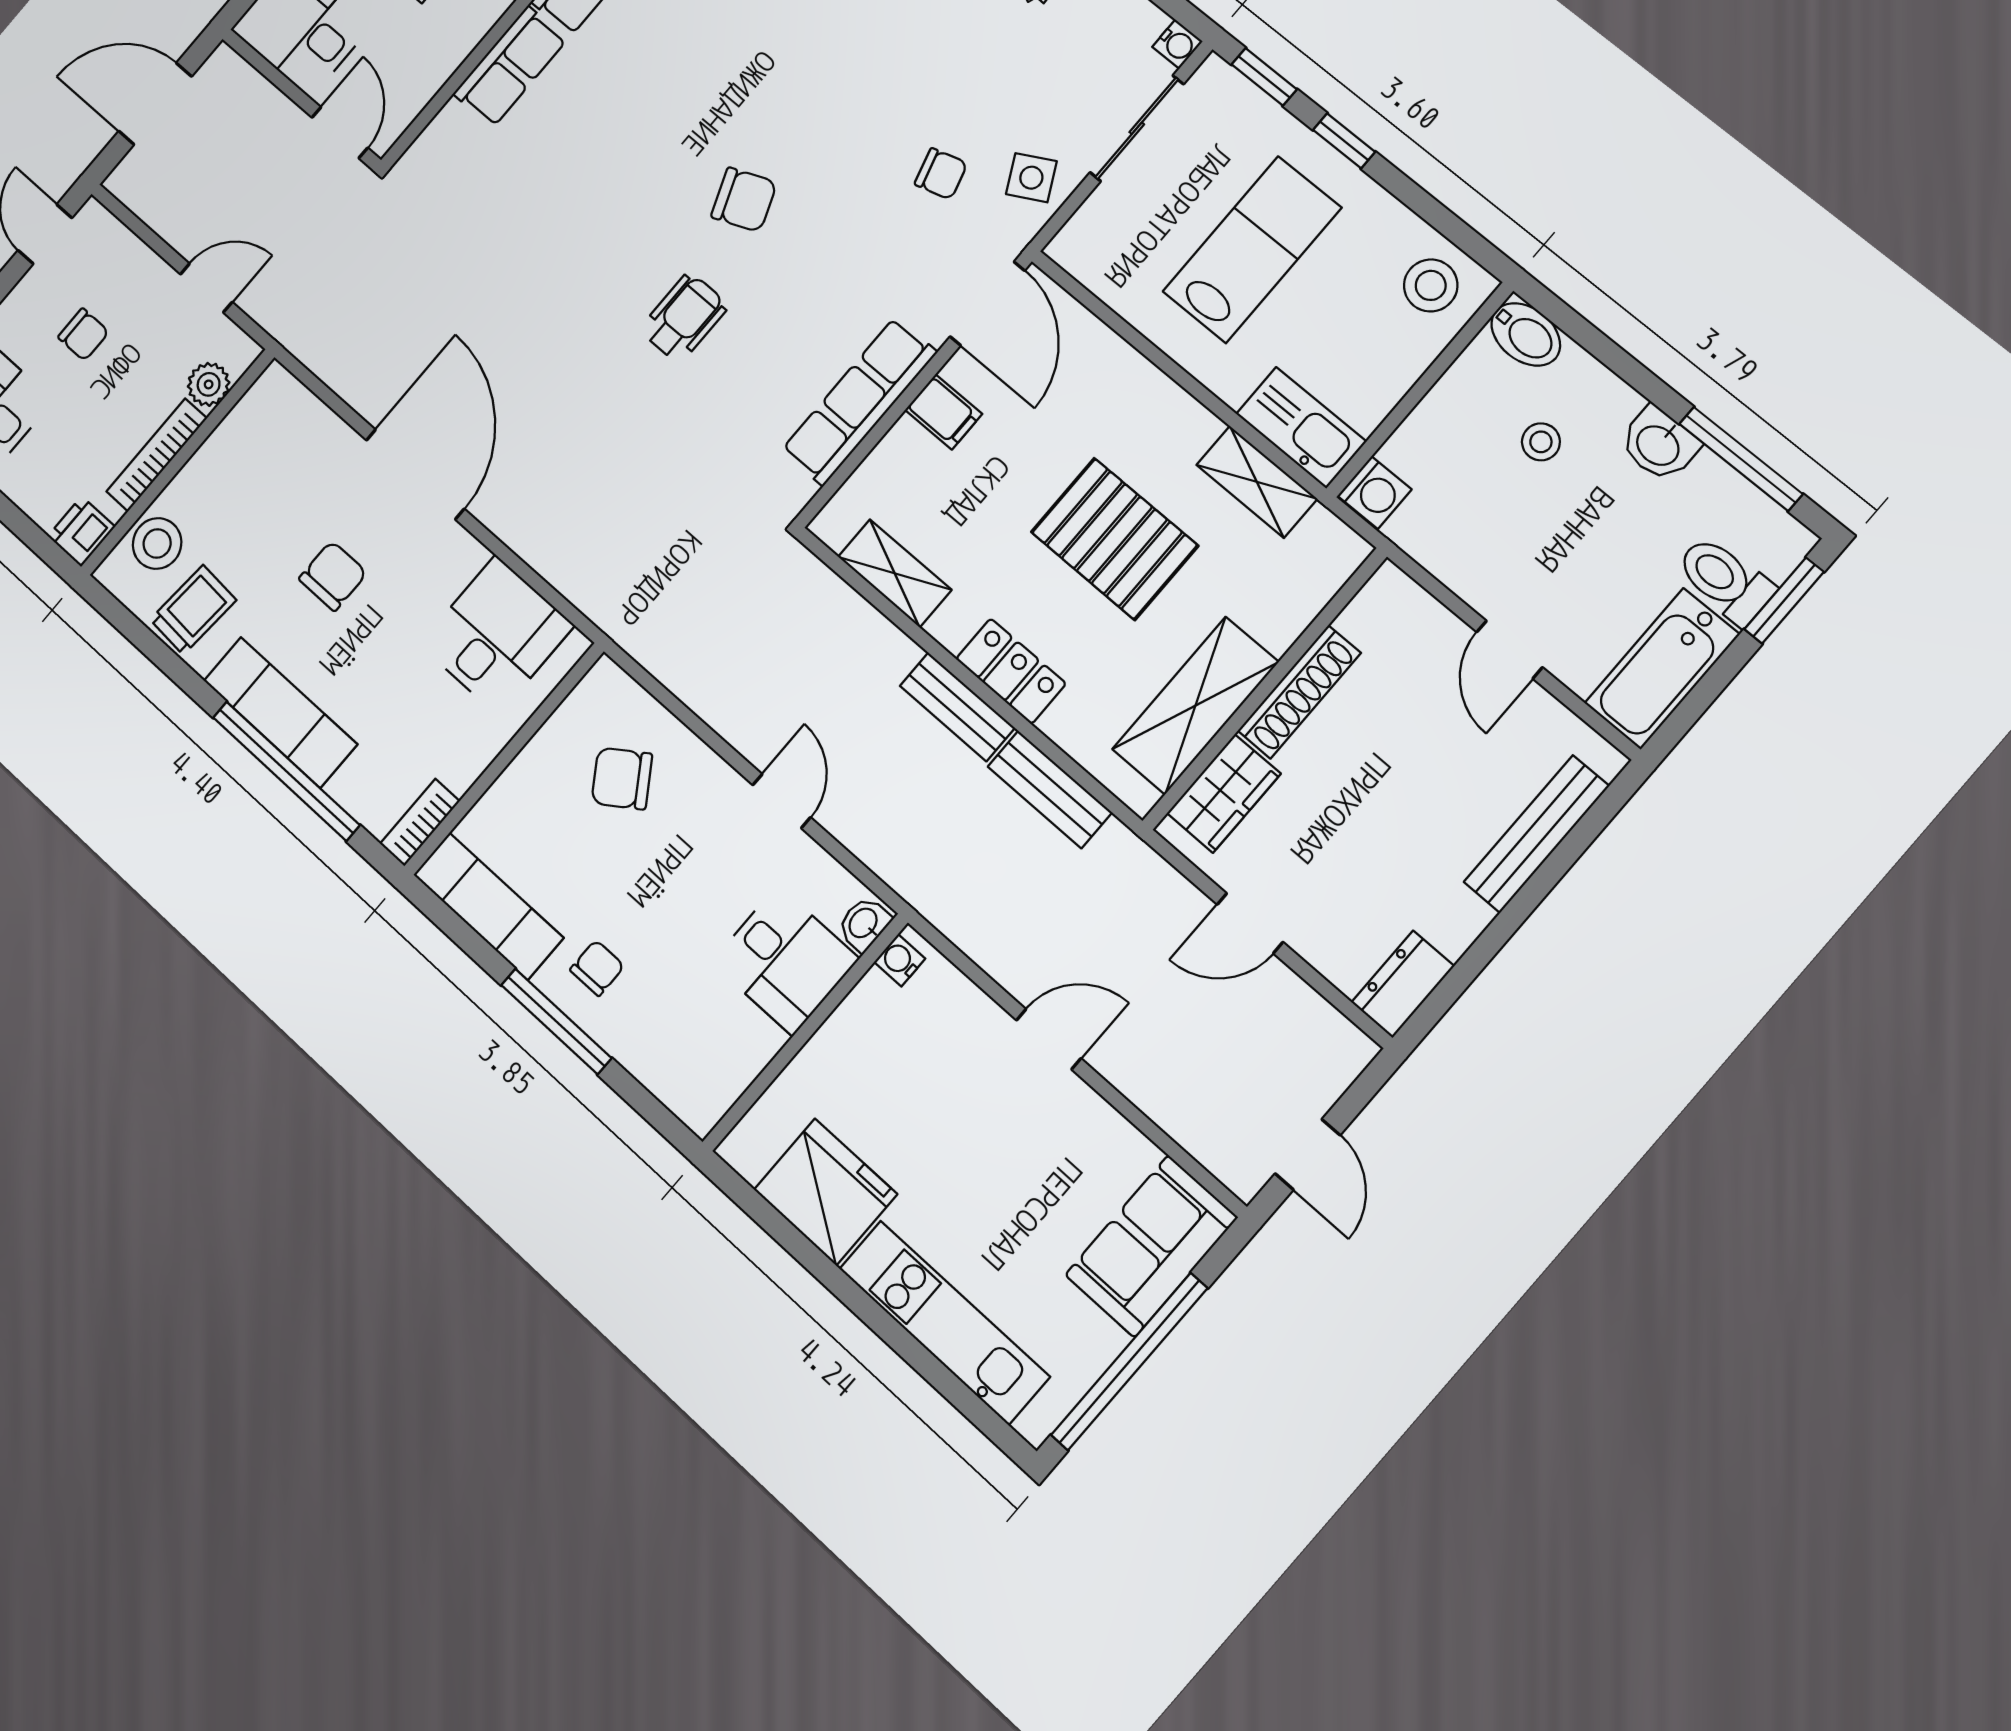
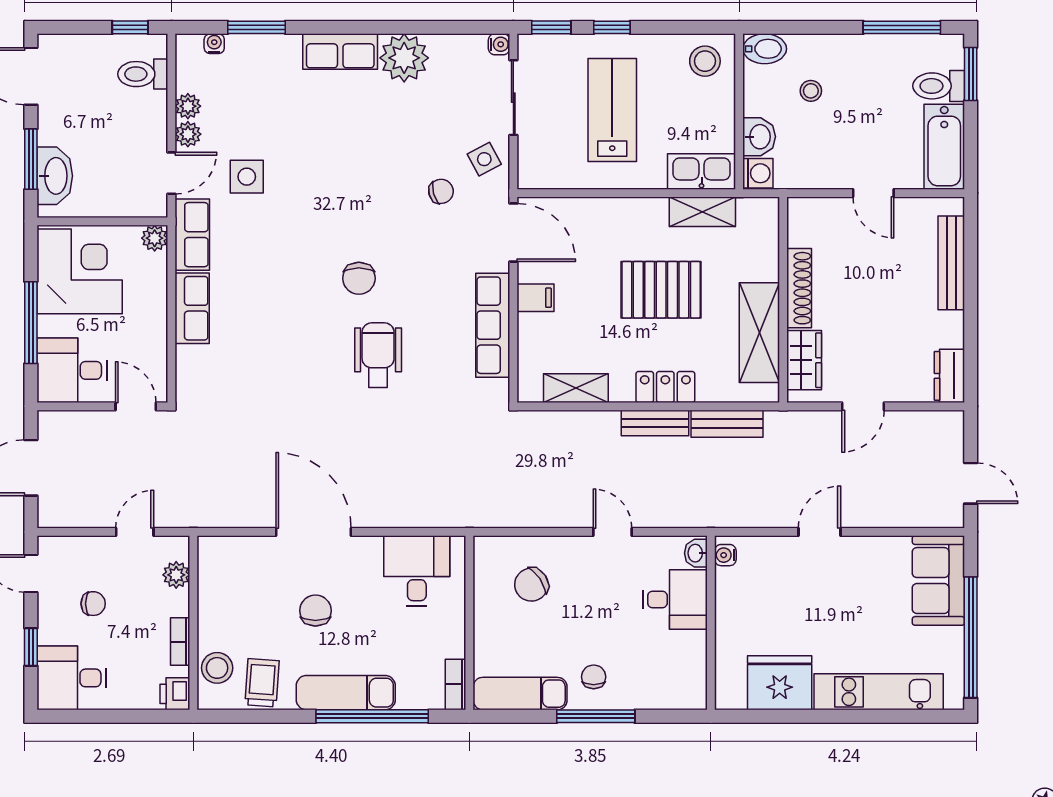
chair: (744, 200) -> (359, 278), turned 112
wheelchair: (684, 318) -> (378, 355), width x1.36, depth x1.37
washbasin: (1659, 444) -> (759, 137), moved, turned -90
bookcase: (157, 455) -> (180, 642), width x0.64

